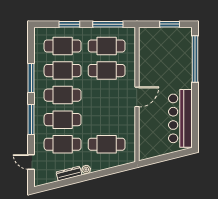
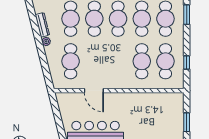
window: (69, 24) -> (187, 15), moved
window: (108, 24) -> (187, 63), width x0.46
door: (137, 97) -> (94, 91), moved

